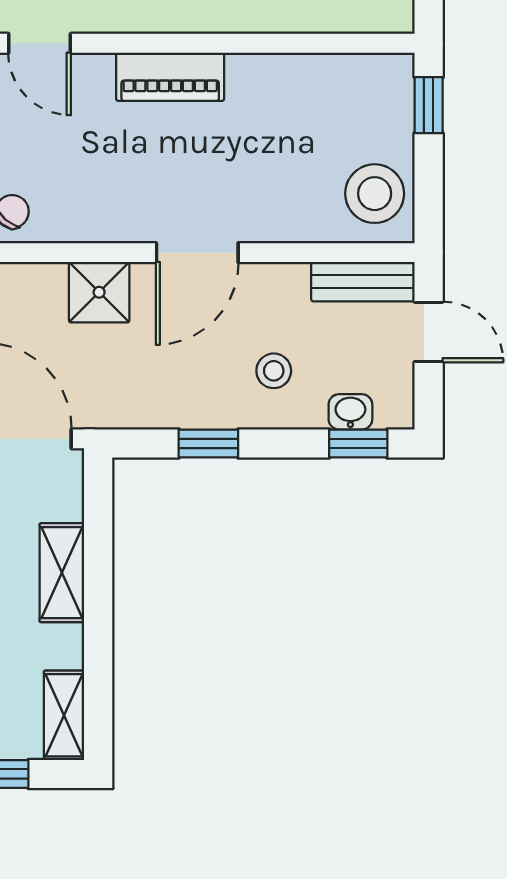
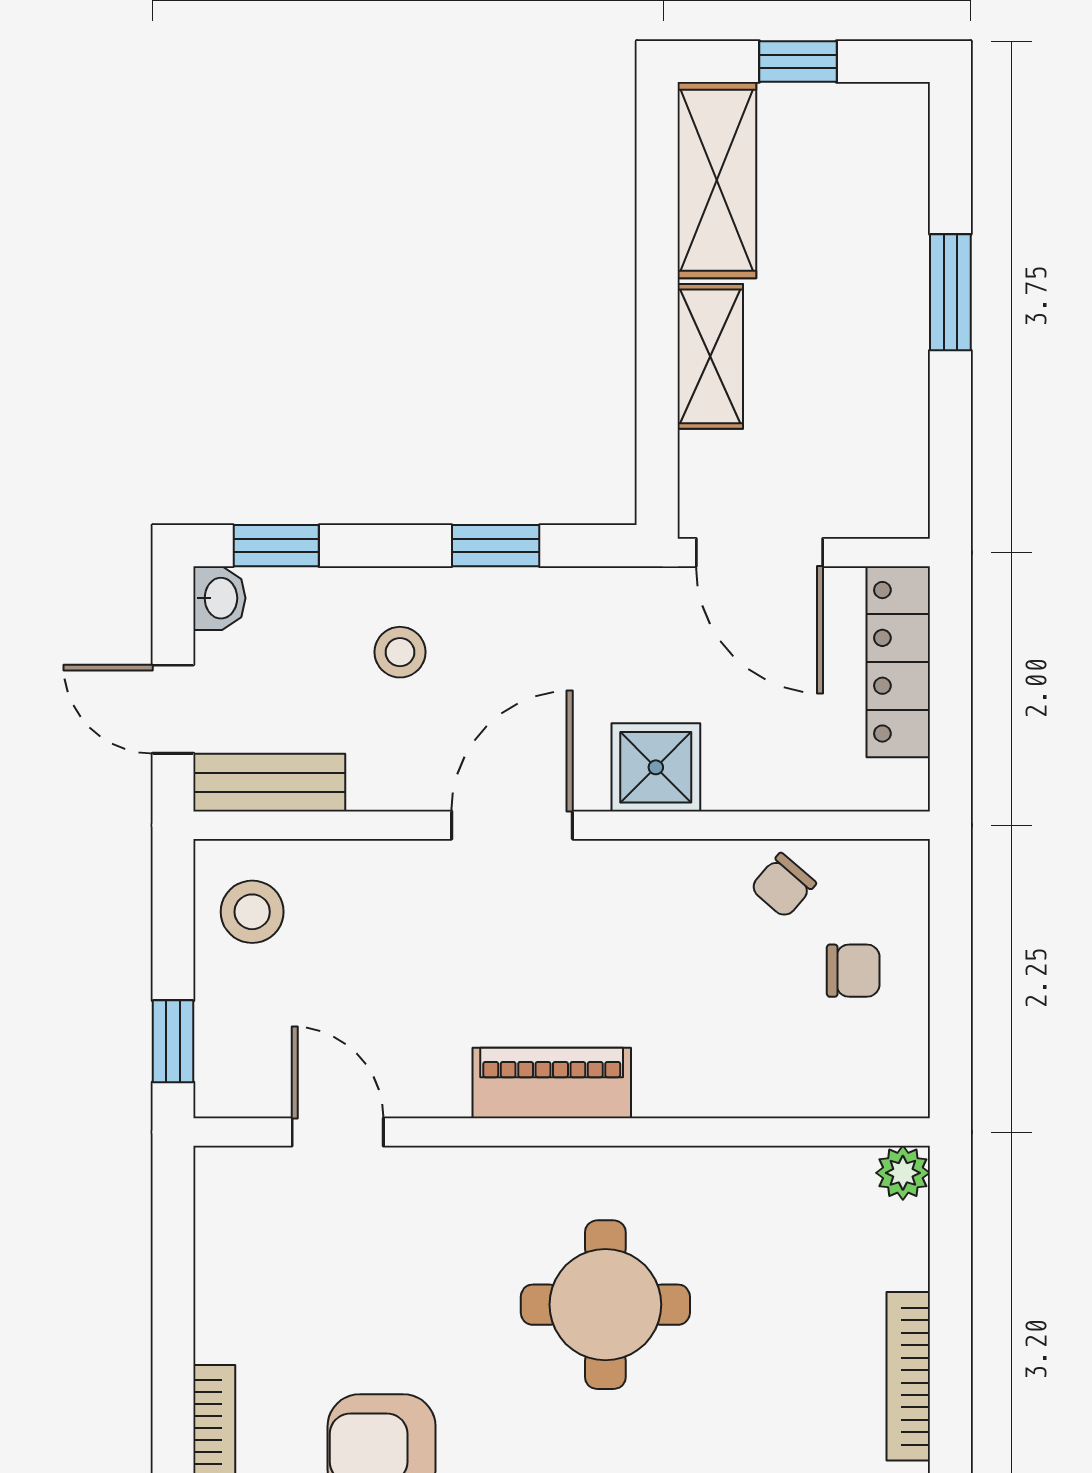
door: (40, 43) -> (338, 1132), moved
stool: (375, 194) -> (252, 912), width x0.73, depth x0.73
washbasin: (350, 412) -> (219, 598), moved, turned -90
shelving: (64, 715) -> (717, 180), width x1.50, depth x1.33

